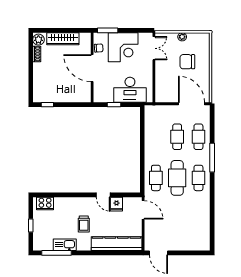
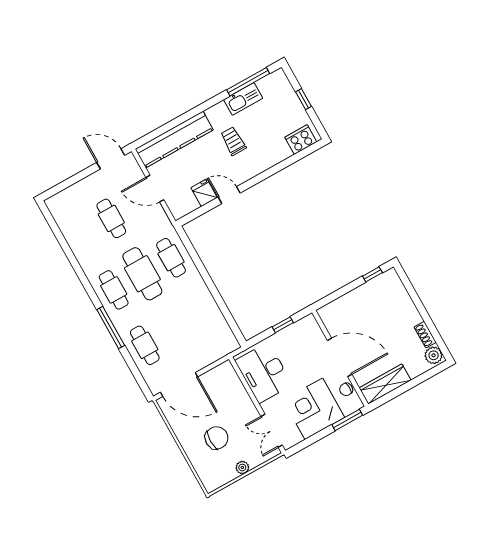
wardrobe: (63, 39) -> (385, 384), moved
desk: (130, 90) -> (264, 373), moved, turned -90
cafe table: (177, 137) -> (111, 218), moved
door: (143, 210) -> (155, 189), moved

